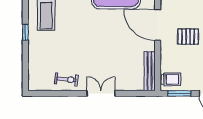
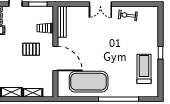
trolley: (171, 79) -> (45, 28), moved

